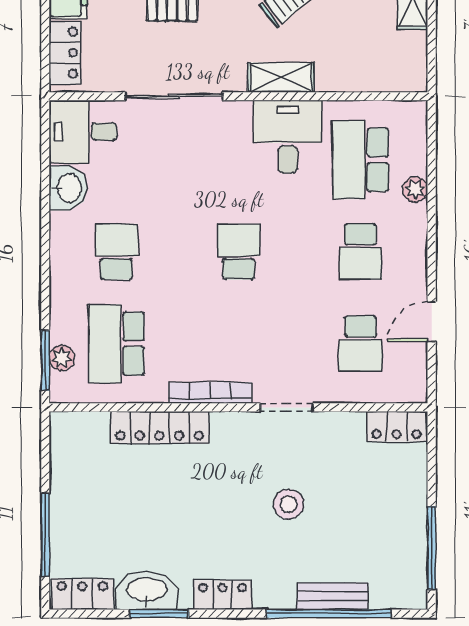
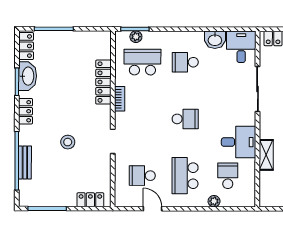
shelving: (281, 77) -> (266, 155), moved
school desk: (360, 160) -> (228, 176), width x0.54
school desk: (116, 252) -> (185, 62), turned 180
school desk: (360, 252) -> (185, 176), width x1.85
bookcase: (210, 393) -> (120, 99), width x0.64
locker: (397, 426) -> (90, 200), moved, turned 90

